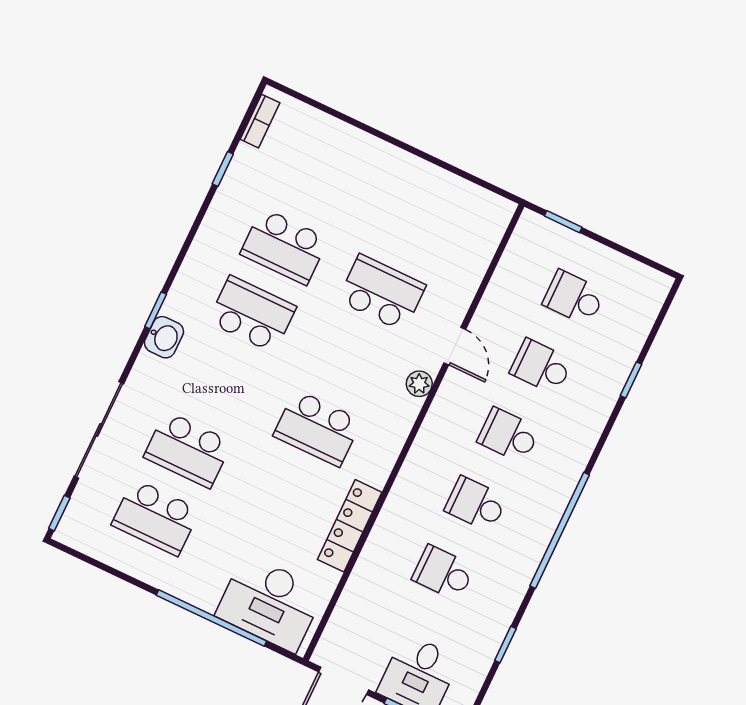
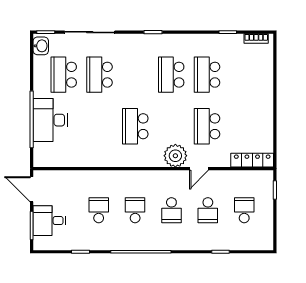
school desk: (382, 293) -> (207, 126), turned 180
school desk: (252, 314) -> (171, 75), turned 180
washbasin: (164, 337) -> (41, 46), moved, turned -90
school desk: (541, 367) -> (208, 210), turned 180
plant: (419, 384) -> (175, 156), width x1.88, depth x1.88
school desk: (509, 435) -> (171, 210), turned 180
locker: (350, 526) -> (252, 160), moved
desk: (270, 603) -> (50, 120), moved

